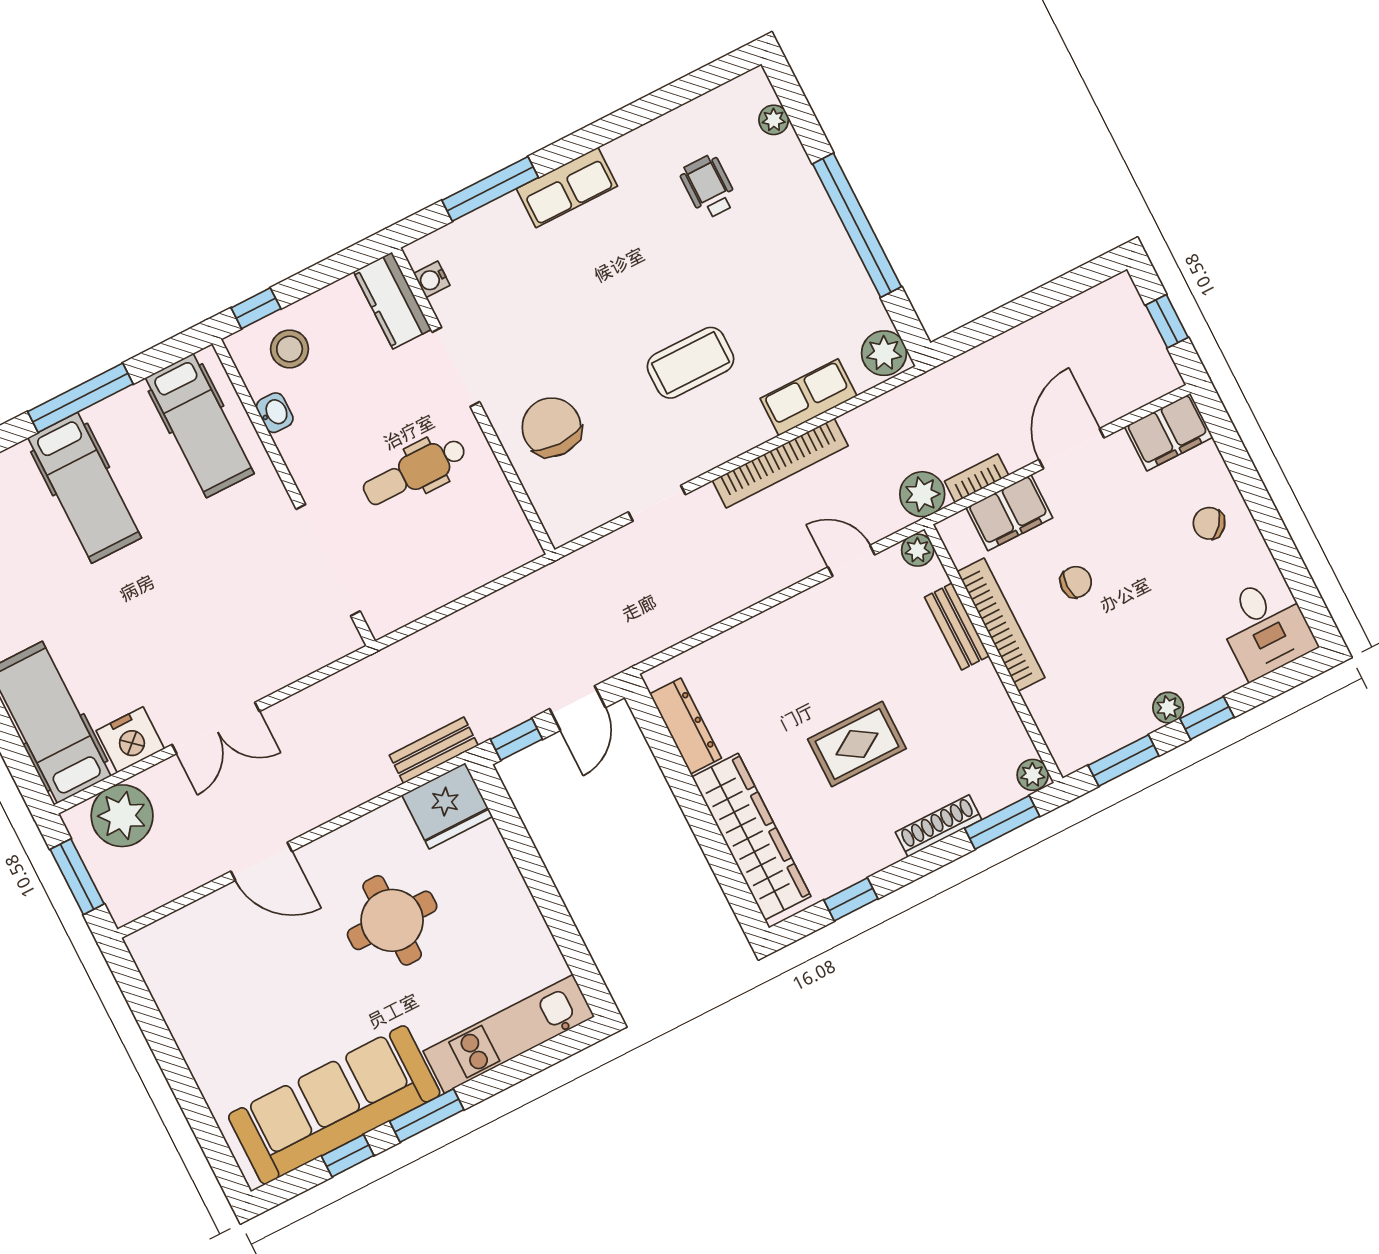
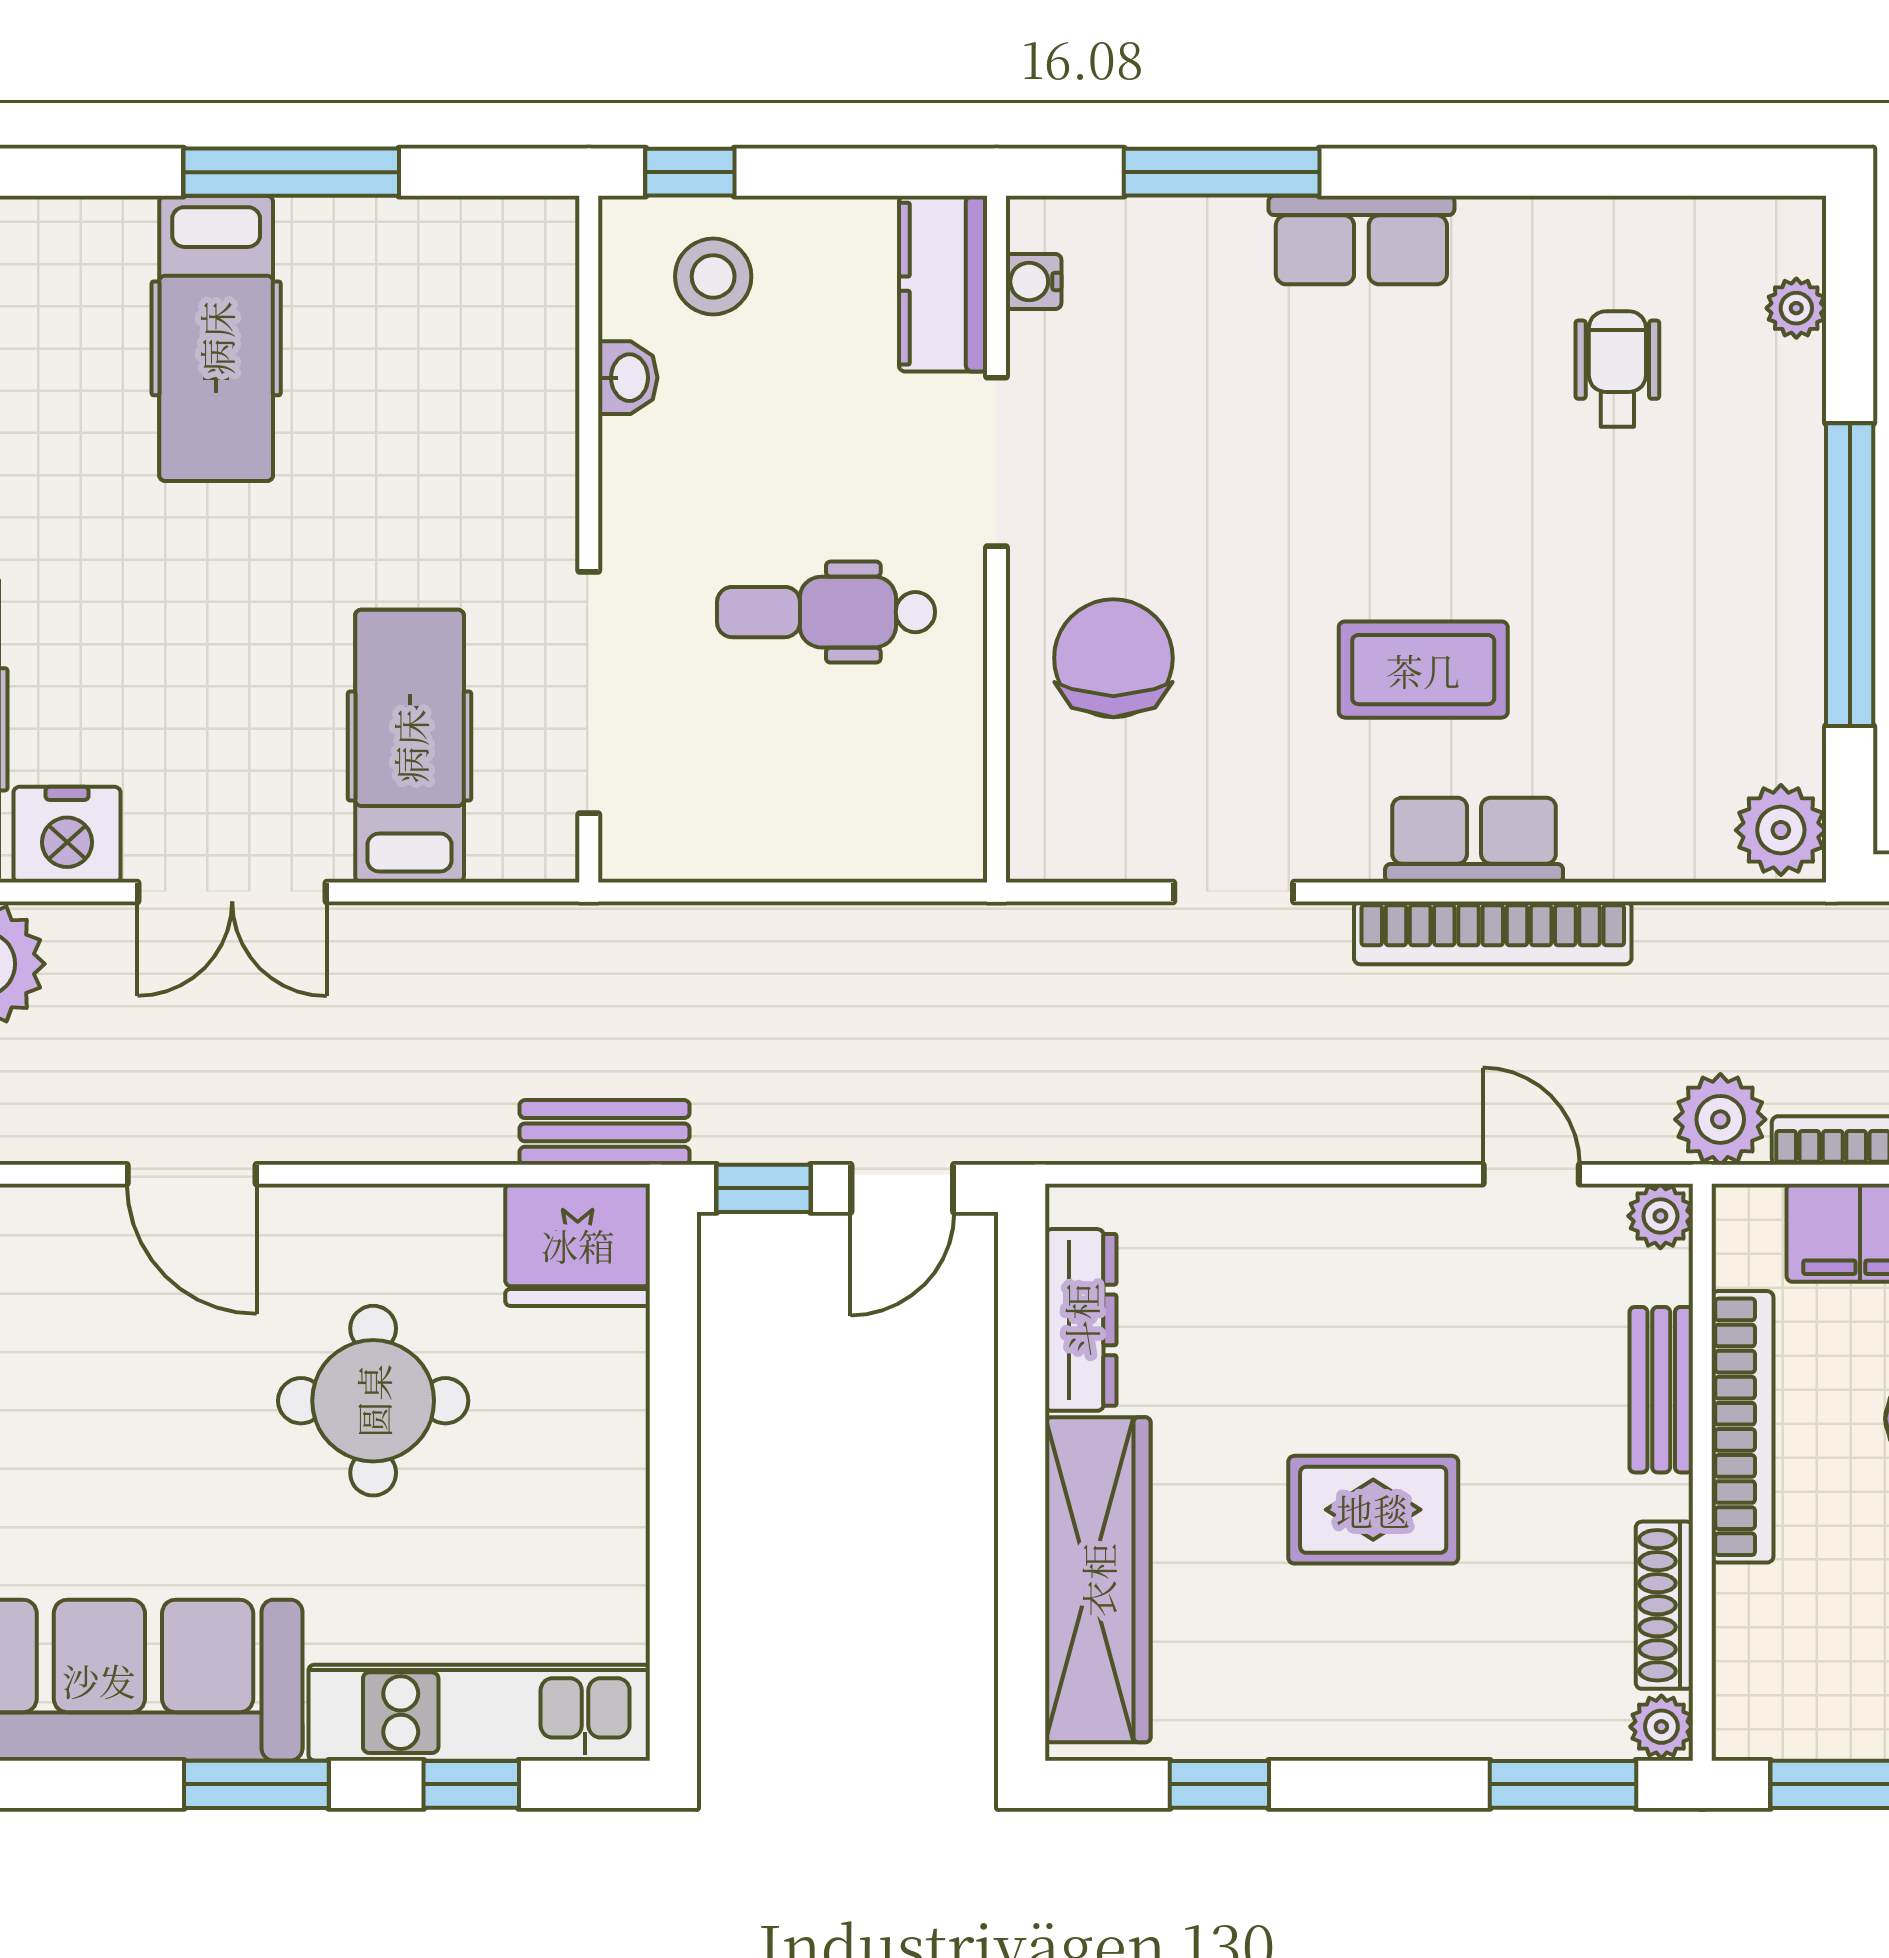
row of seats: (809, 397) -> (1474, 840), moved
hospital bed: (200, 426) -> (410, 746), moved, turned 180
shoe rack: (939, 826) -> (1664, 1605), moved, turned -90
window: (348, 1156) -> (471, 1784), moved

